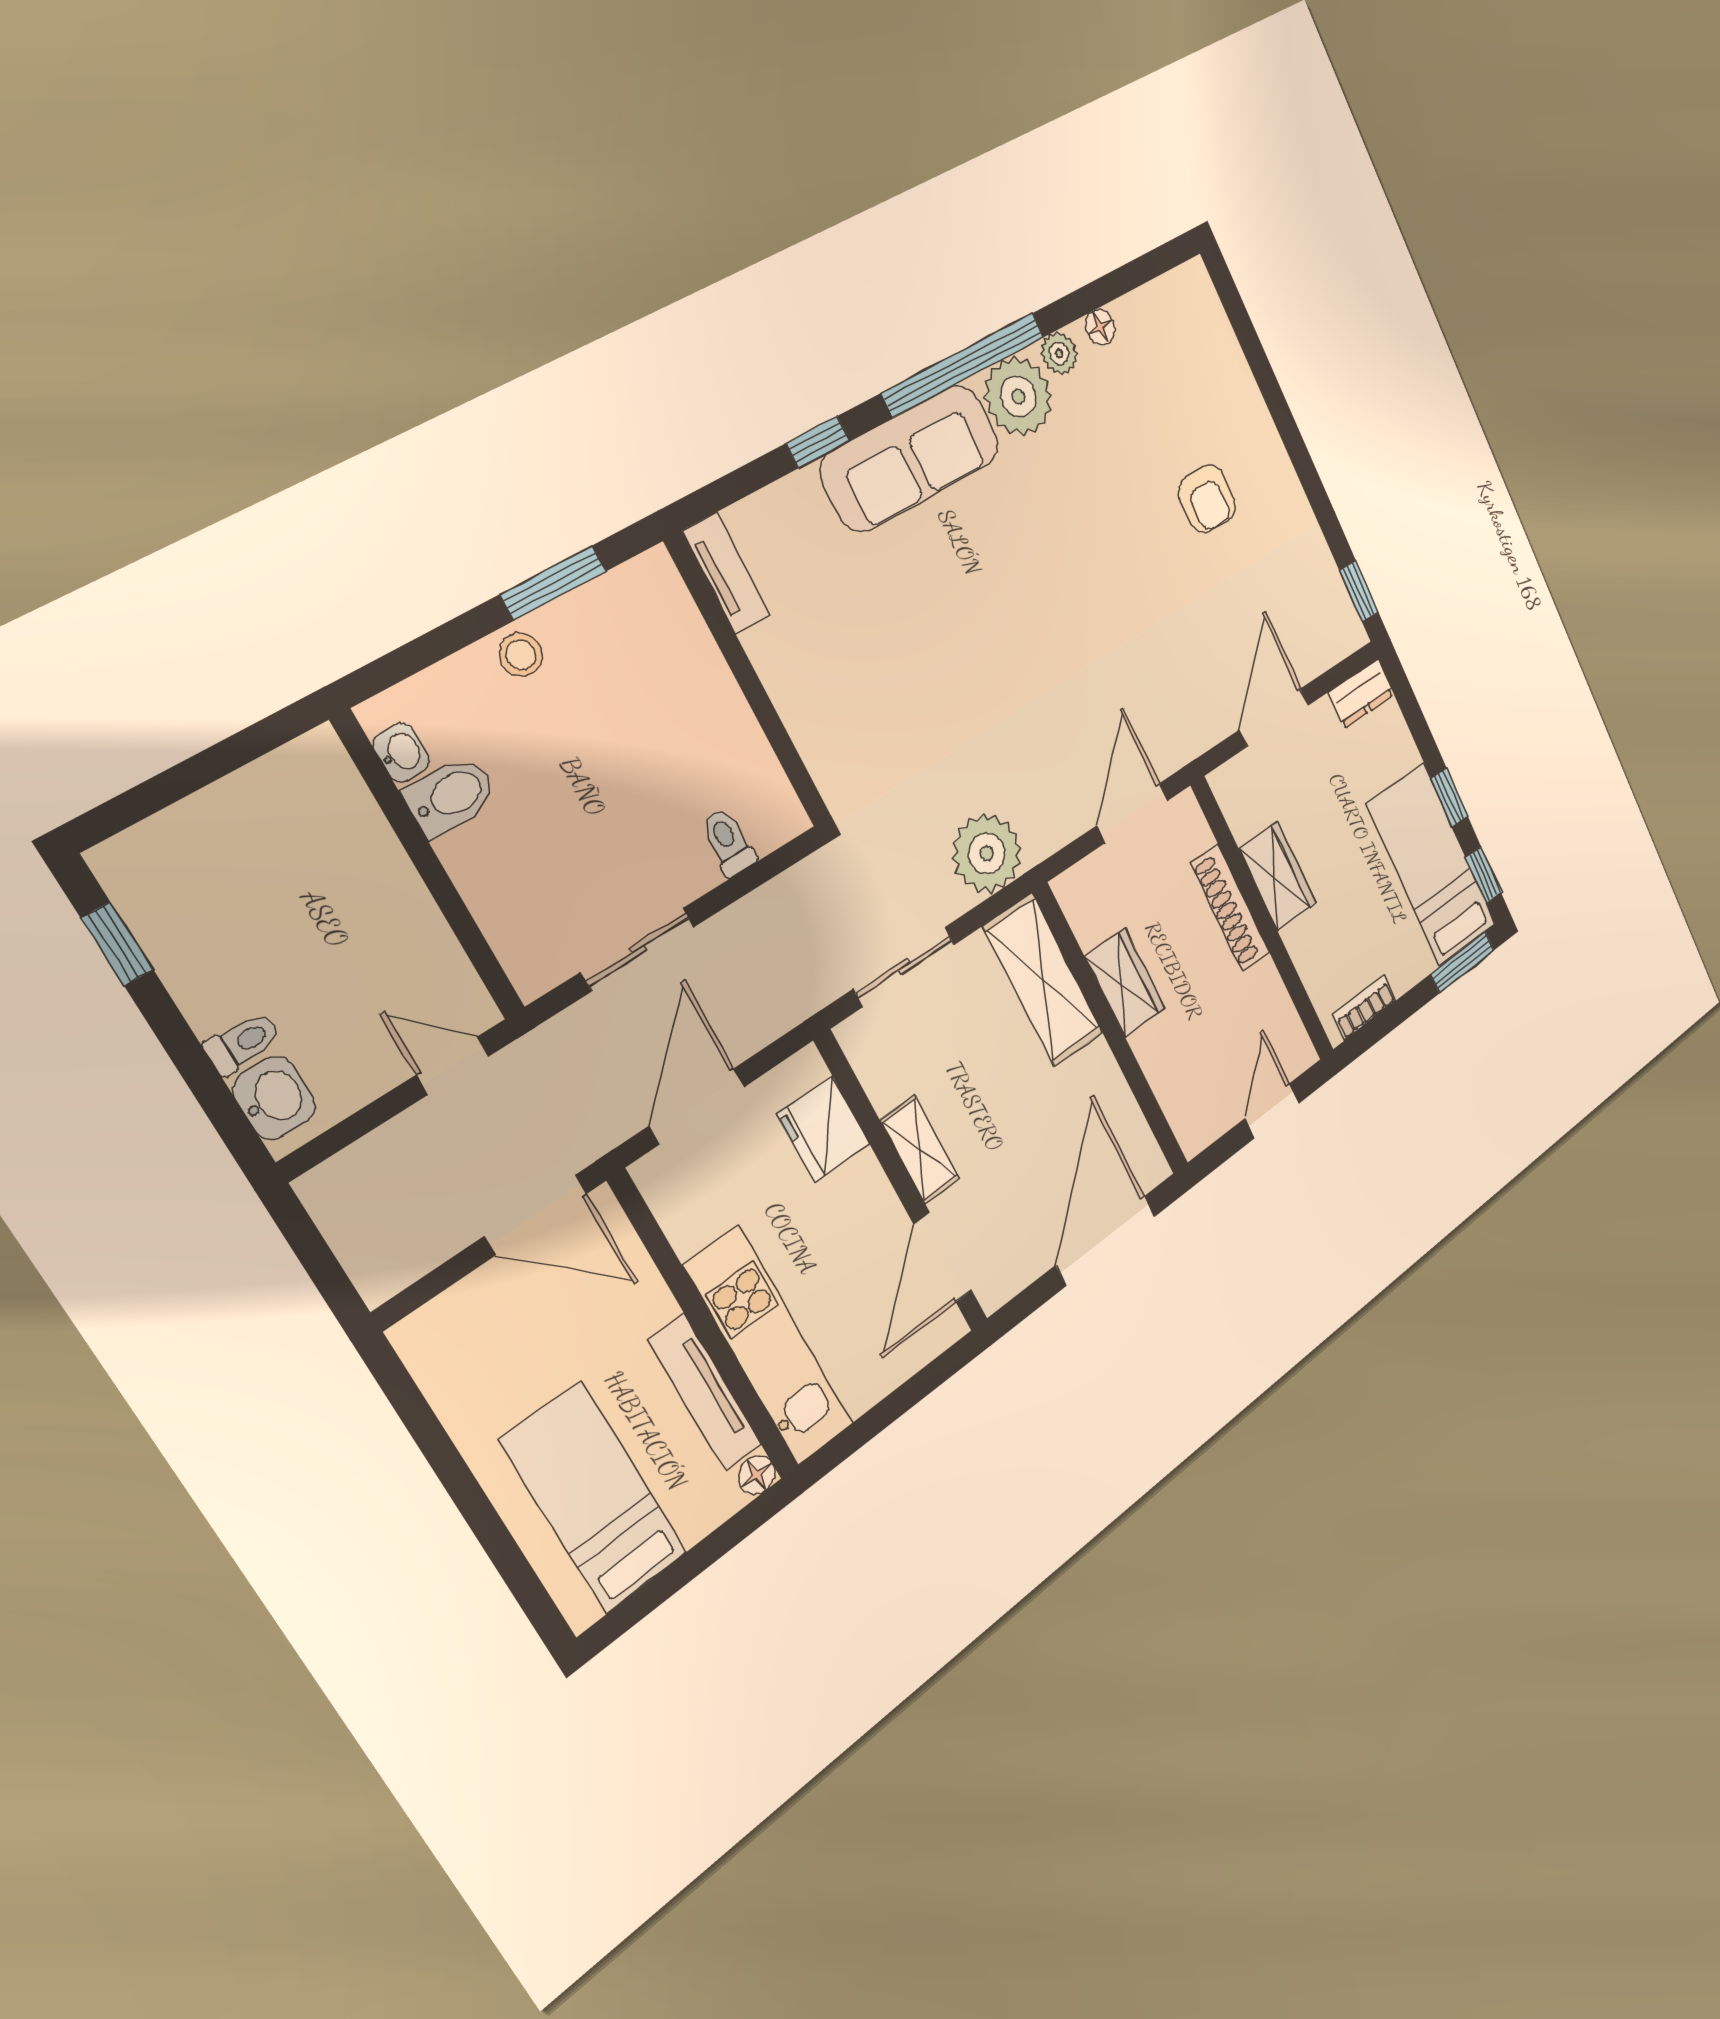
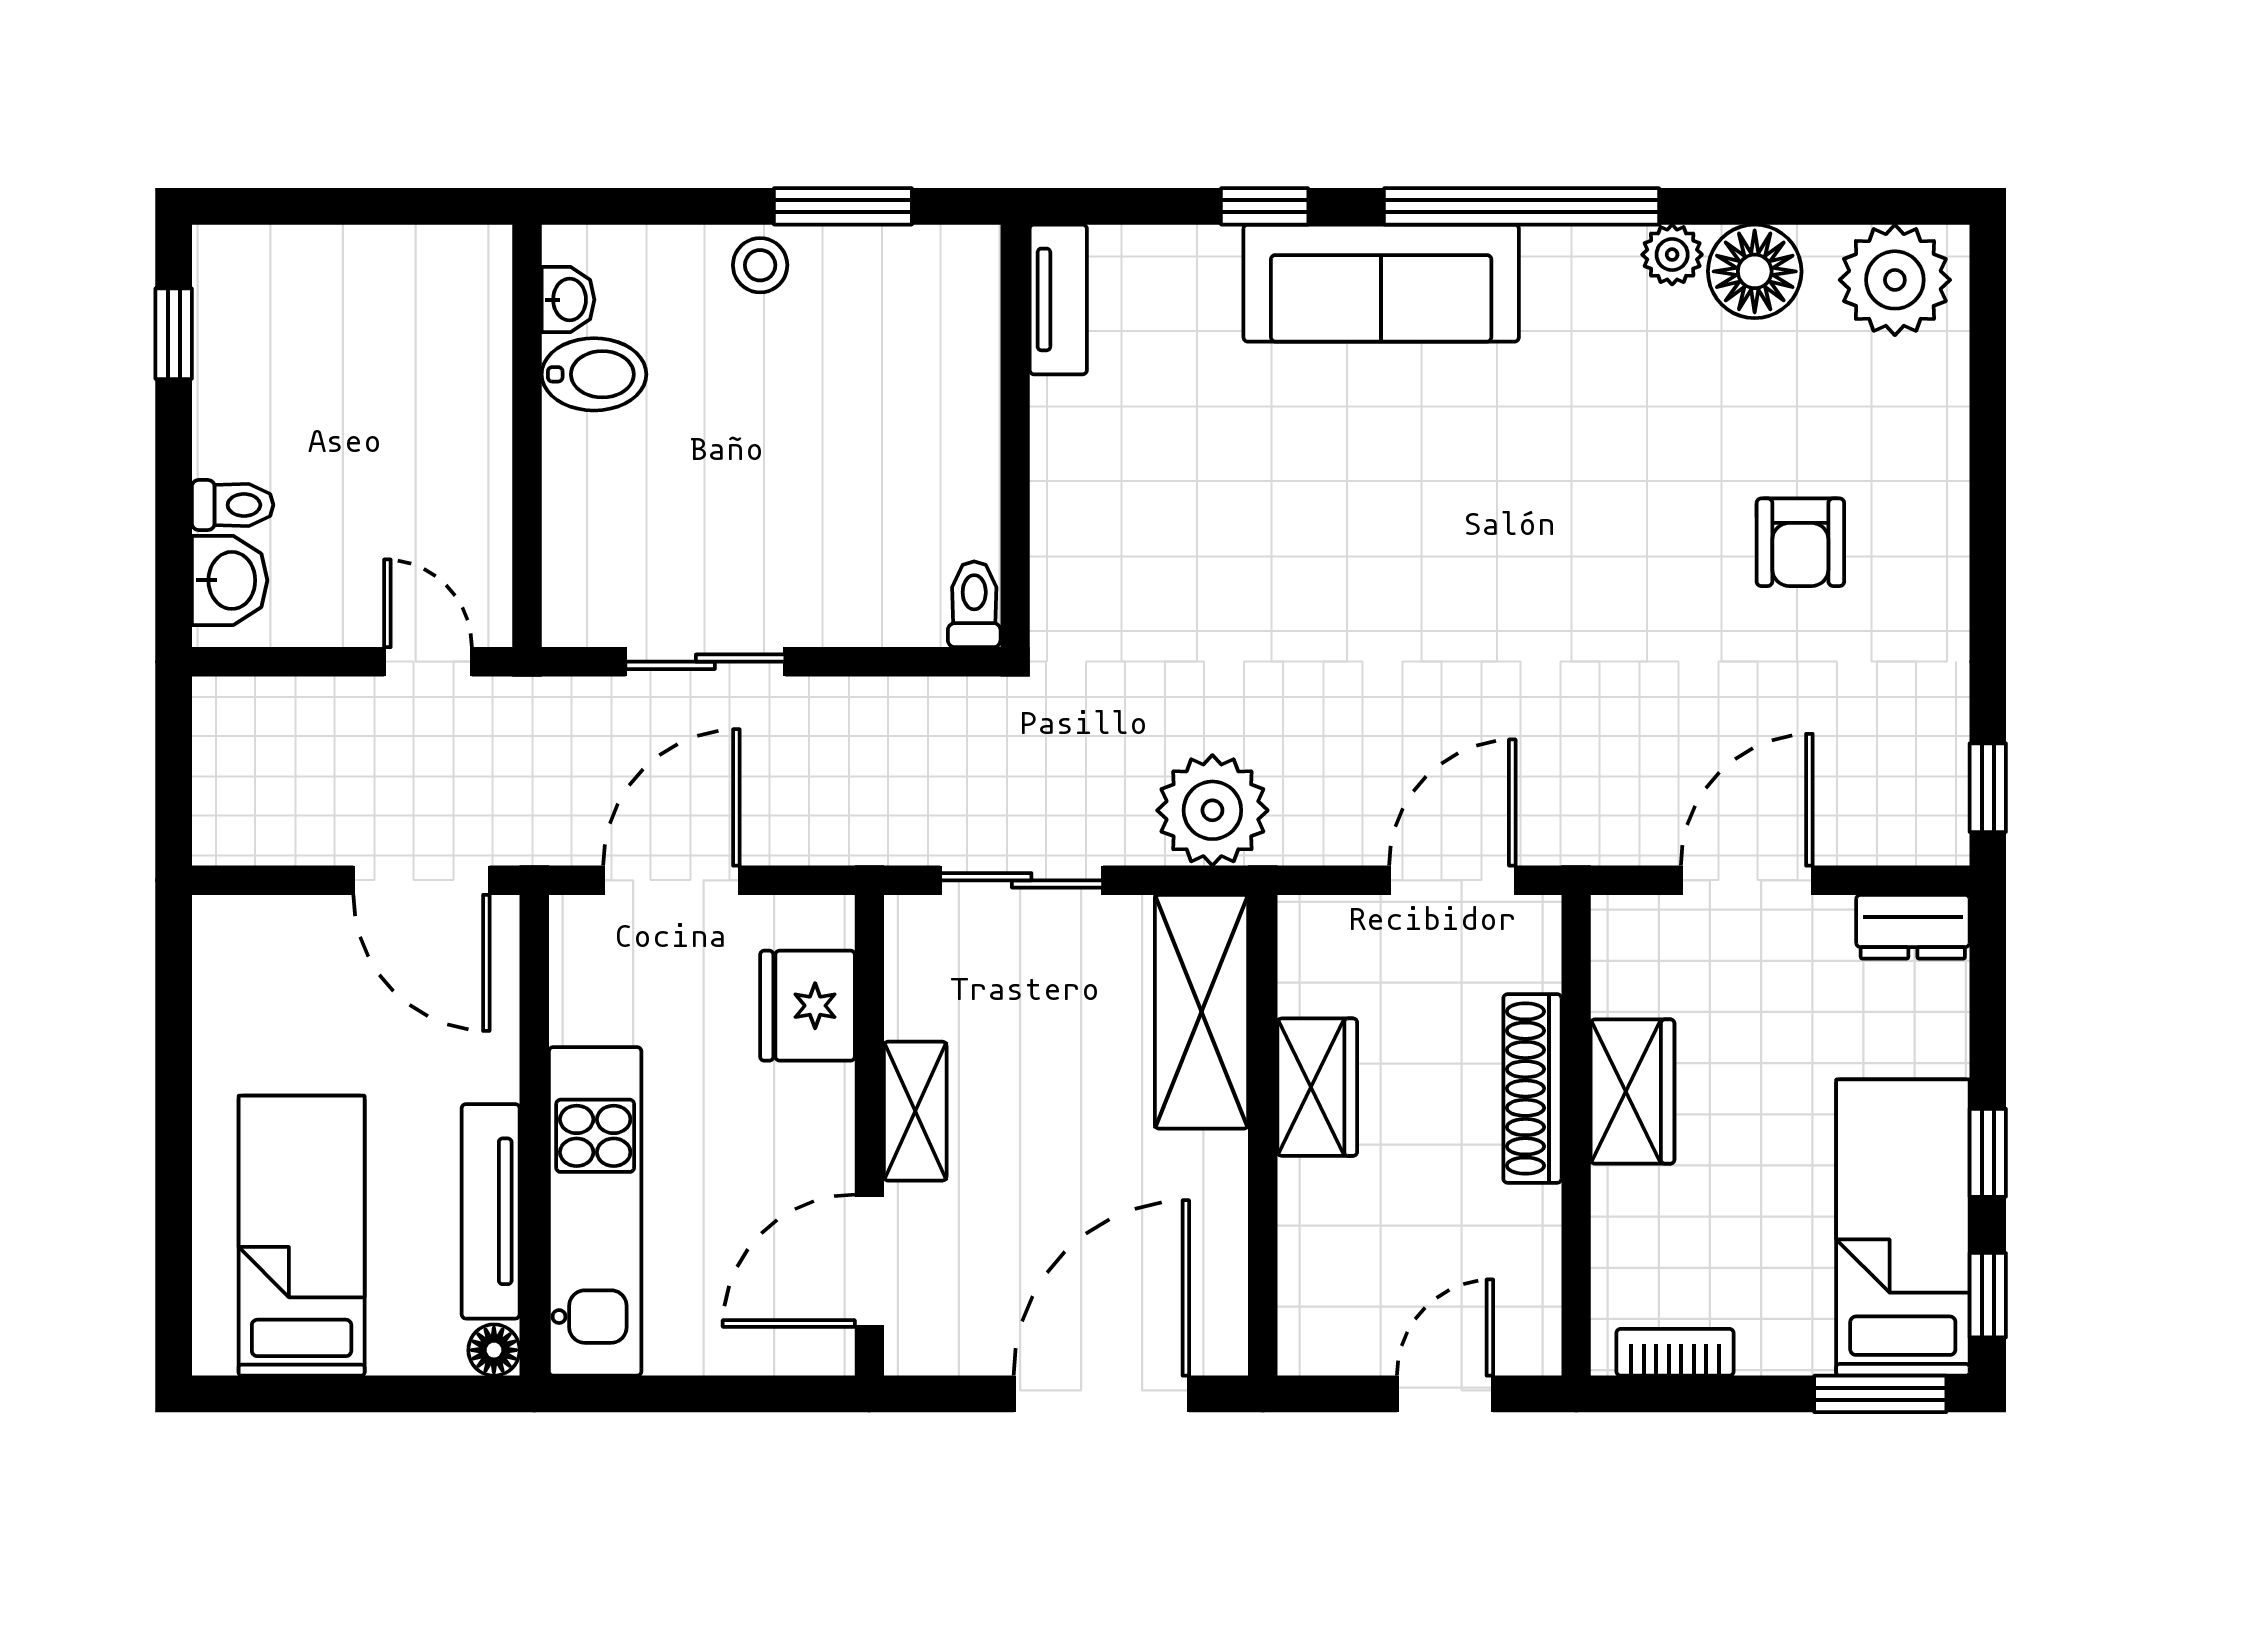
floor lamp: (1100, 327) -> (1755, 271), width x1.89, depth x1.89
plant: (1018, 396) -> (1895, 280), moved
toilet: (728, 842) -> (974, 604), moved

